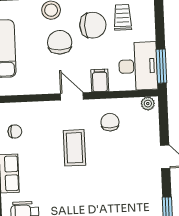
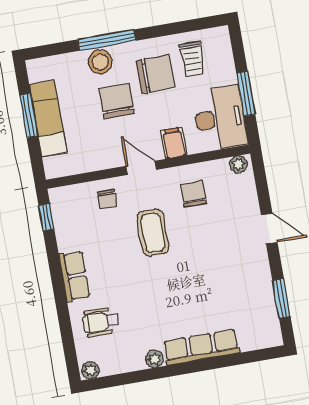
trolley: (123, 17) -> (192, 59), turned 180
window: (161, 66) -> (246, 94), moved
chair: (15, 131) -> (107, 199), moved, turned 90

